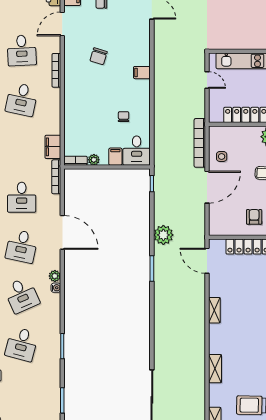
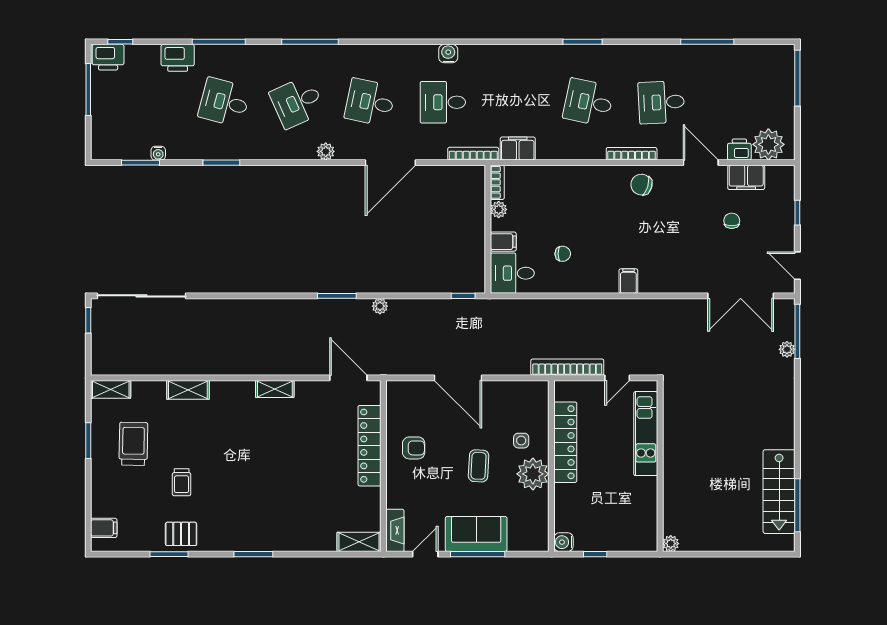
chair: (99, 56) -> (641, 185), moved
bookcase: (200, 143) -> (567, 367), moved
side table: (222, 156) -> (521, 441), moved
plant: (163, 235) -> (380, 306), width x0.53, depth x0.53
door: (207, 261) -> (348, 378), hinge flipped
water cooler: (56, 288) -> (158, 153), moved

